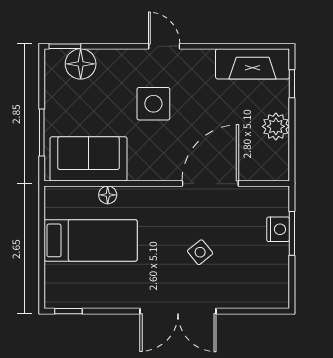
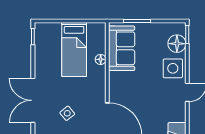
side table: (153, 104) -> (173, 68), moved

